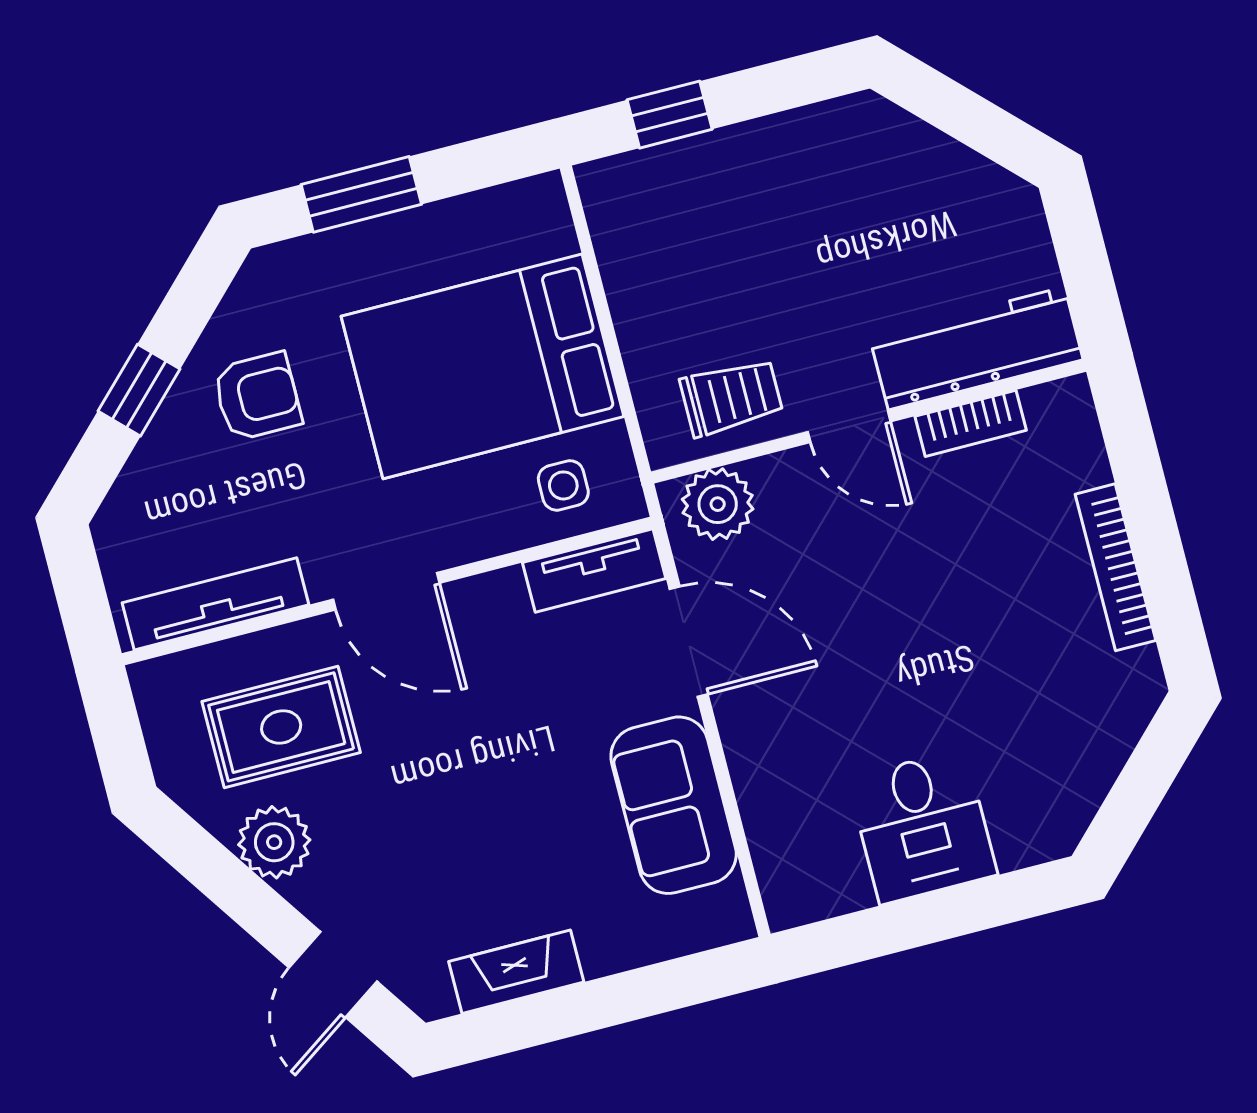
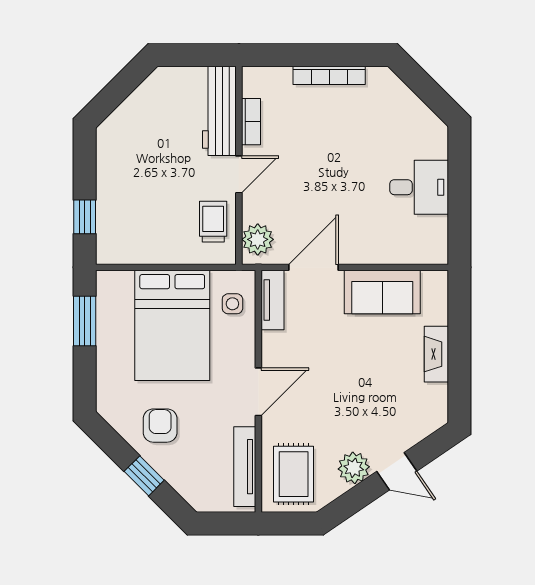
window: (361, 194) -> (85, 321), moved
rug: (281, 727) -> (294, 474), moved
fireplace: (516, 972) -> (436, 354), moved
door: (333, 975) -> (397, 471), moved

